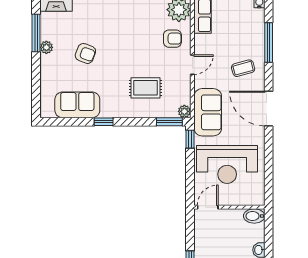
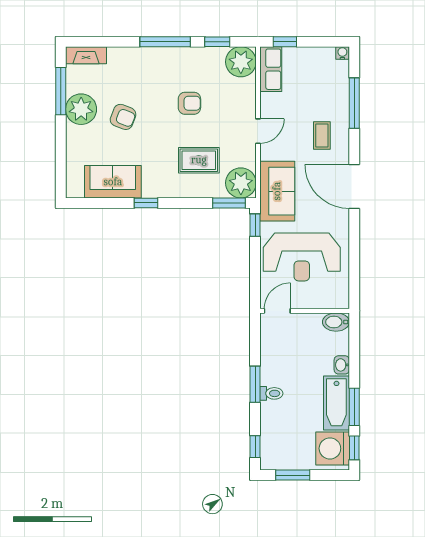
armchair: (172, 39) -> (189, 103), moved
plant: (46, 47) -> (81, 109), width x1.87, depth x1.87
coffee table: (243, 68) -> (322, 136), turned -75
plant: (184, 111) -> (241, 183), width x1.88, depth x1.88

